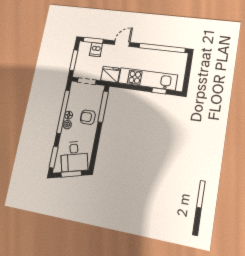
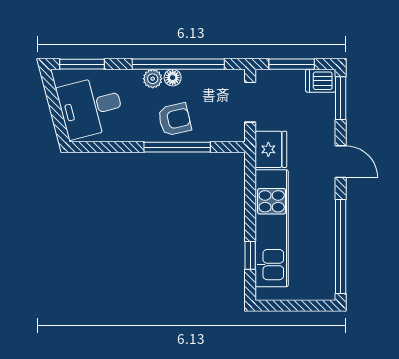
dishwasher: (96, 50) -> (321, 81), moved
window: (103, 107) -> (177, 147), moved
armchair: (88, 117) -> (175, 119), turned 77
window: (71, 174) -> (55, 108), removed

